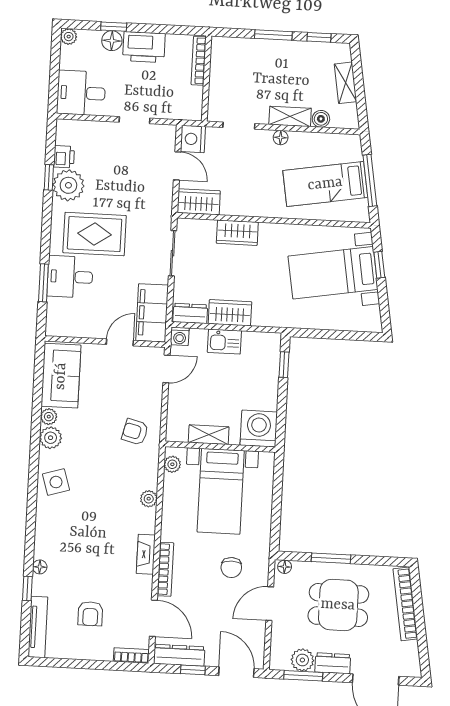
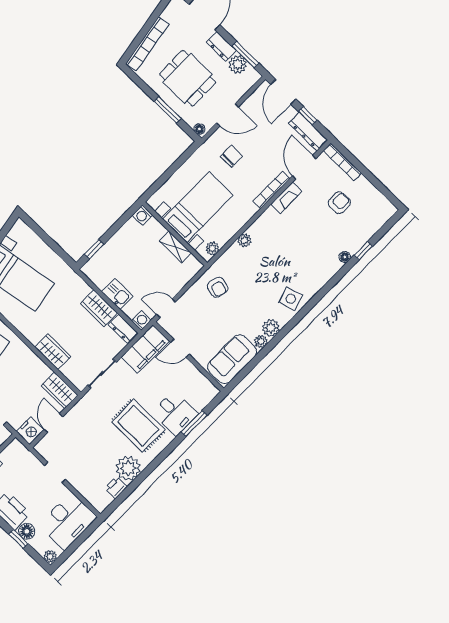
desk: (81, 93) -> (68, 521), width x1.37
window: (49, 177) -> (136, 483), removed
washing machine: (259, 429) -> (142, 215), width x0.53, depth x0.53
fireplace: (146, 554) -> (286, 198), moved
tv unit: (38, 627) -> (377, 222), removed
bookcase: (131, 655) -> (342, 162), width x1.56

